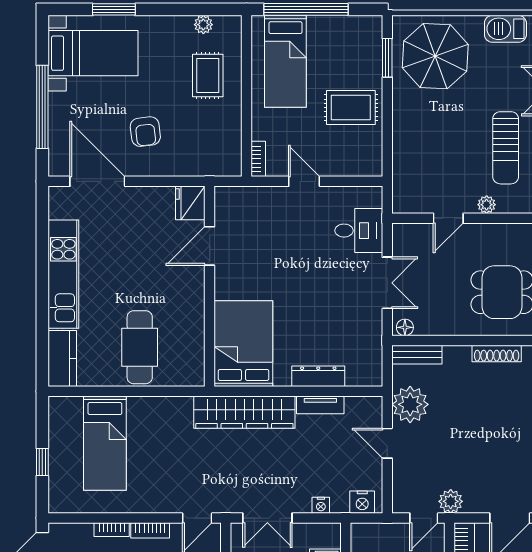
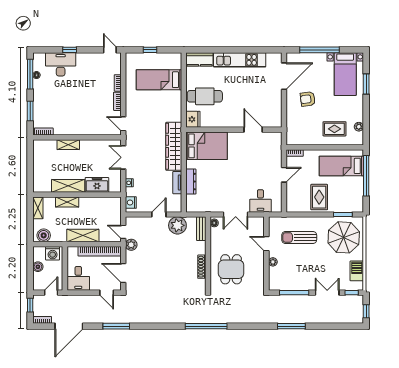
sun lounger: (506, 148) -> (299, 237), moved
fridge: (190, 203) -> (193, 119), moved, turned 90

